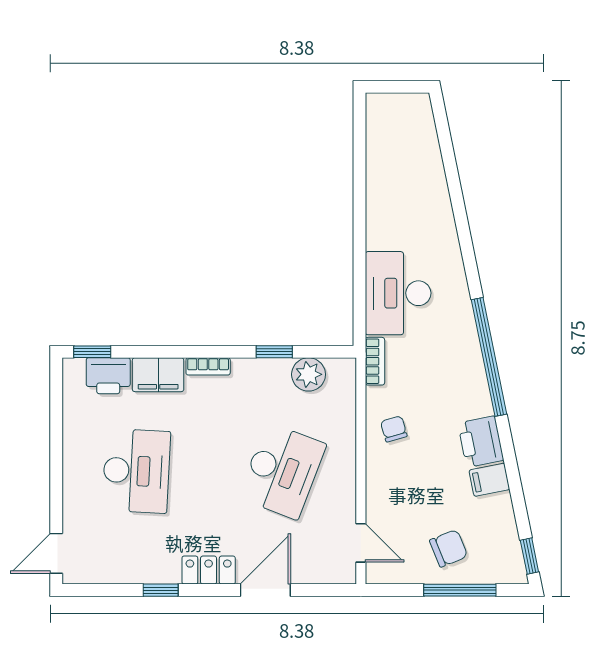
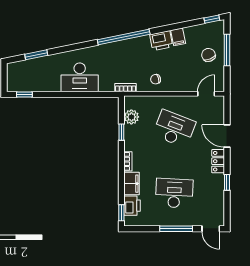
window: (359, 133) -> (24, 94), added
window: (449, 159) -> (36, 55), added
desk: (398, 293) -> (80, 77), moved
window: (56, 475) -> (176, 229), added

